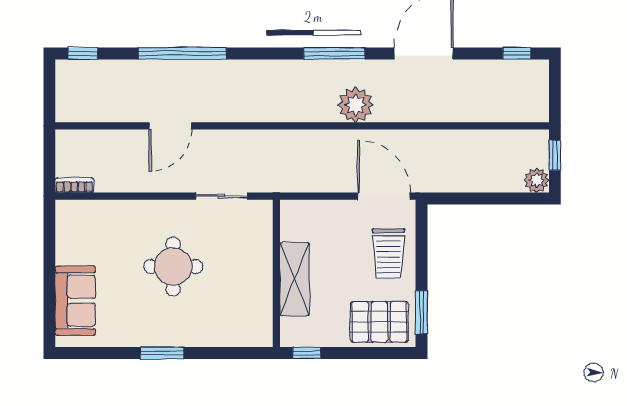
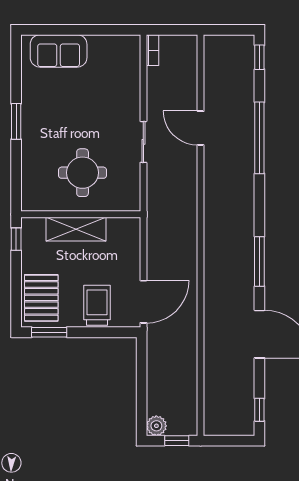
plant: (356, 105) -> (218, 279), removed
sliding door: (222, 196) -> (143, 142), moved
trolley: (388, 253) -> (97, 305), turned 90
round table: (173, 266) -> (83, 173), moved

